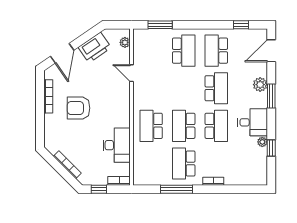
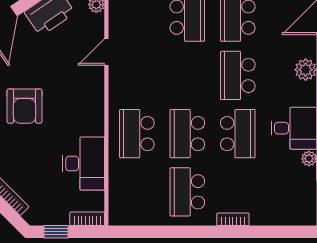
door: (131, 73) -> (106, 52), hinge flipped
school desk: (216, 88) -> (238, 75), turned 180
armchair: (78, 108) -> (25, 106), turned -90
window: (176, 189) -> (176, 232), removed

